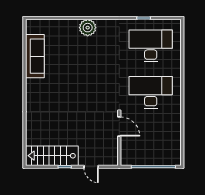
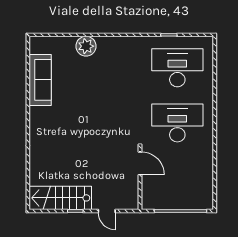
plant: (88, 28) -> (86, 46), moved

